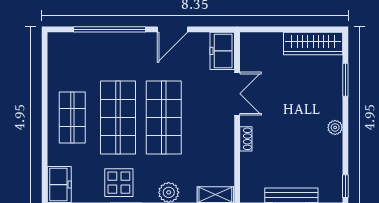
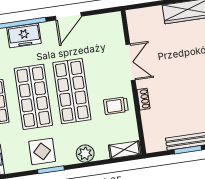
freezer: (222, 51) -> (24, 36), moved, turned -90
trolley: (213, 142) -> (116, 106), added

